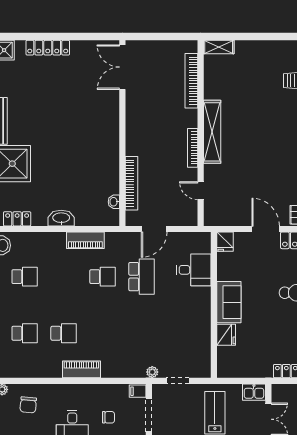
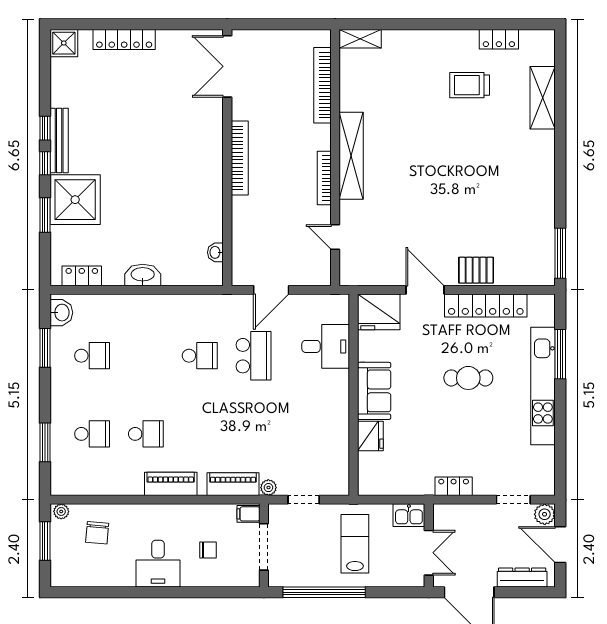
bookcase: (131, 183) -> (240, 158), moved
piano: (85, 240) -> (233, 484), moved, turned 180
fridge: (225, 242) -> (379, 312), width x1.88, depth x1.34

